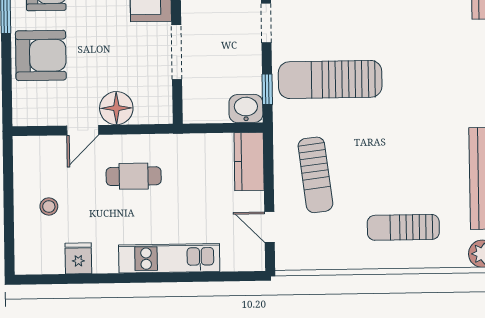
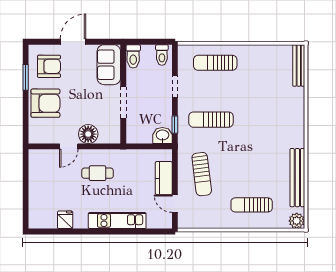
sun lounger: (330, 79) -> (211, 120), width x0.73, depth x0.75
kitchen counter: (249, 162) -> (164, 178), moved
stool: (49, 206) -> (49, 190), removed

